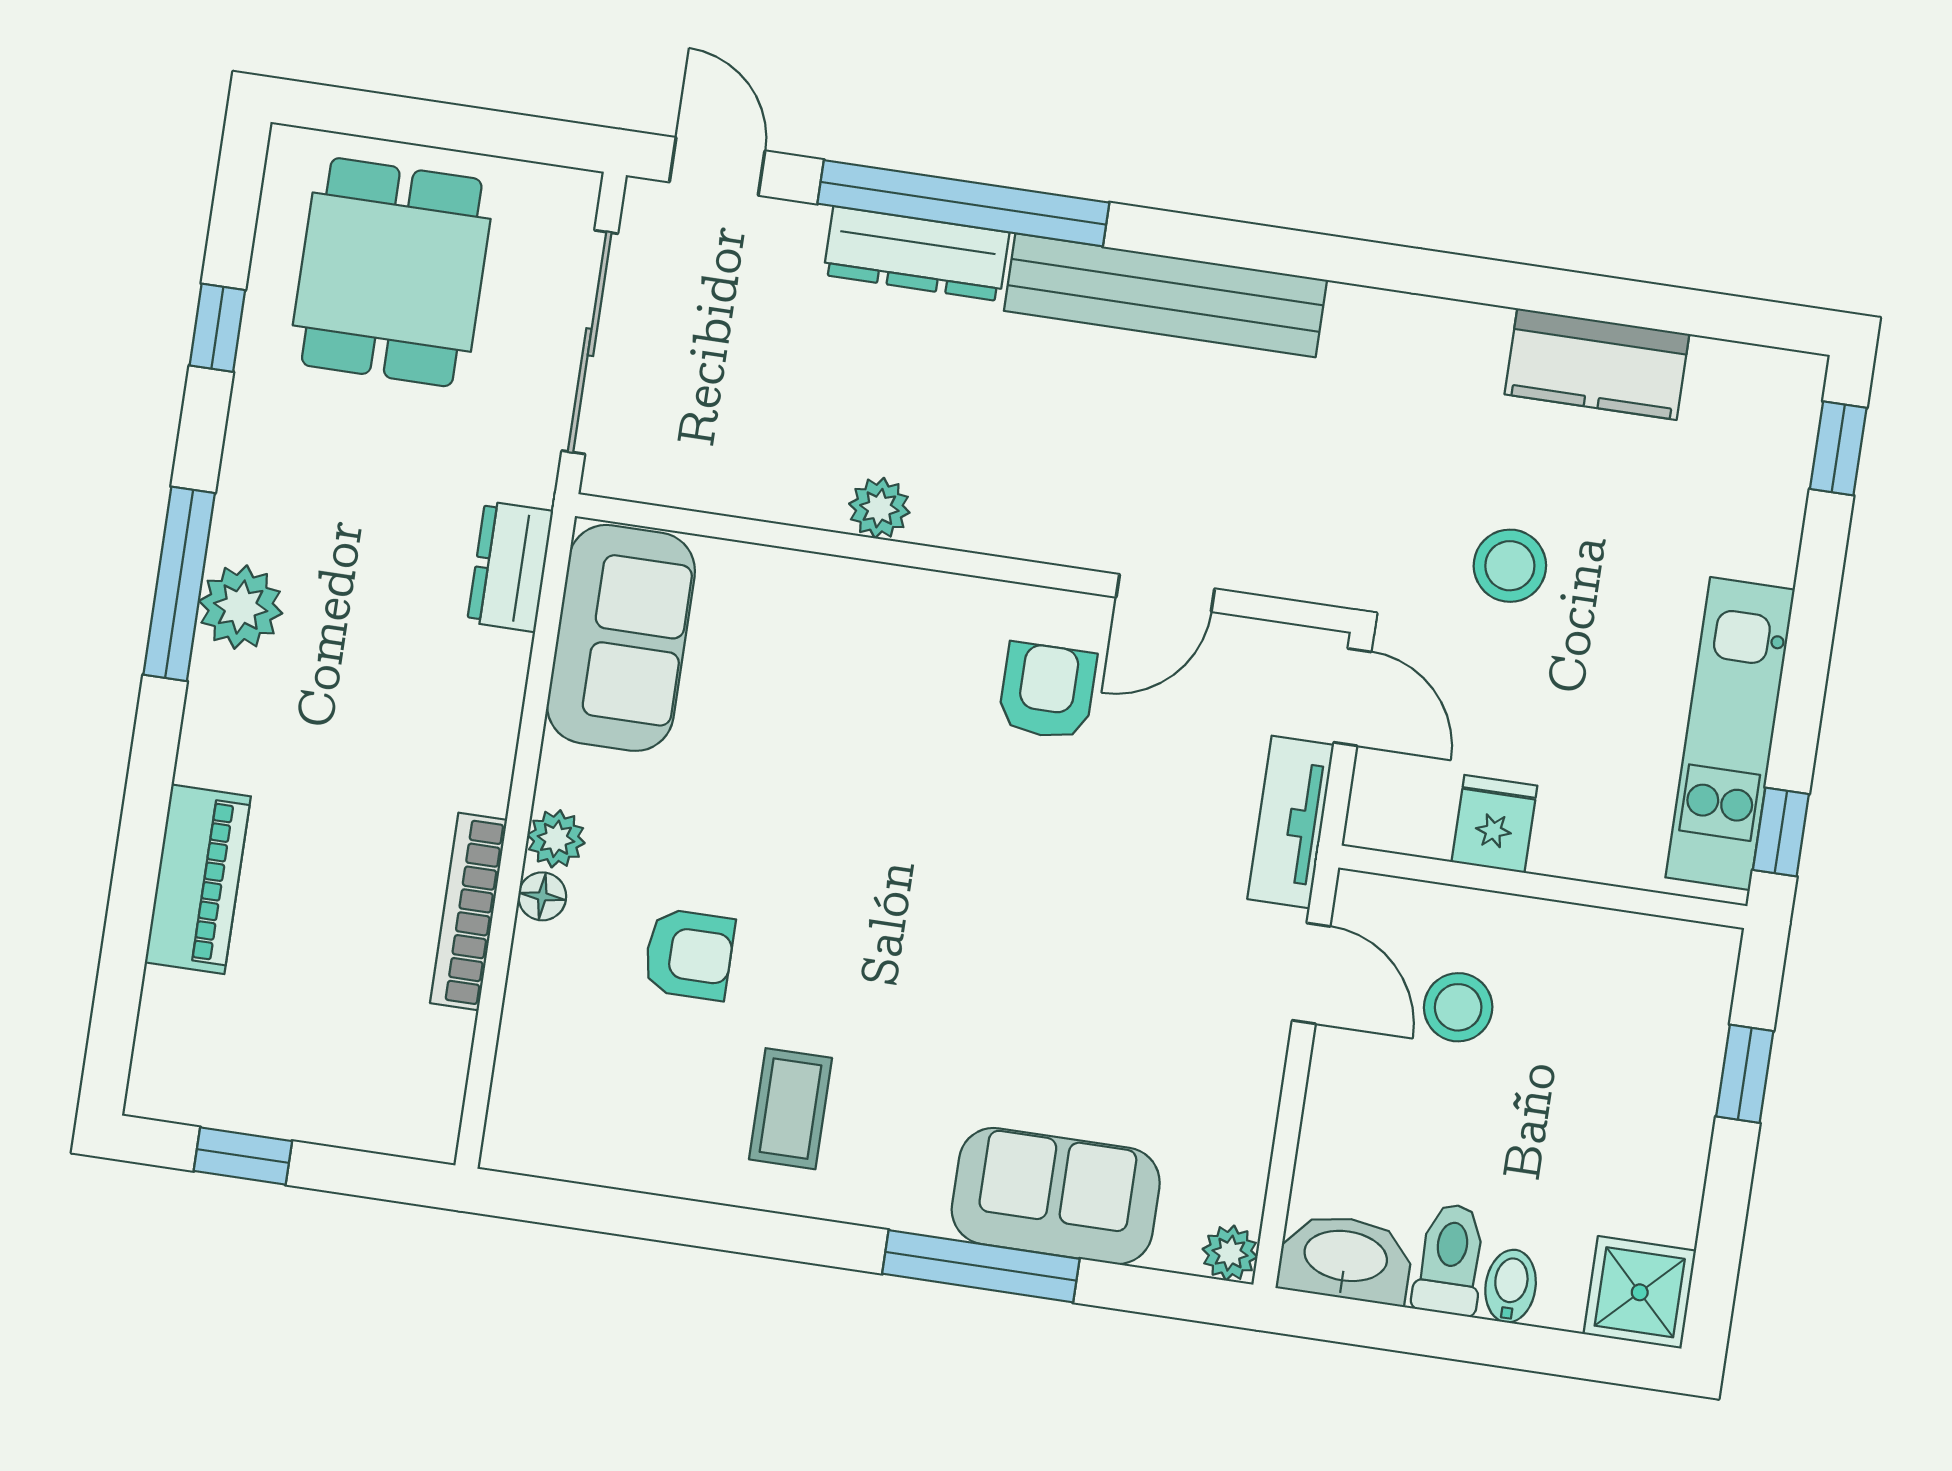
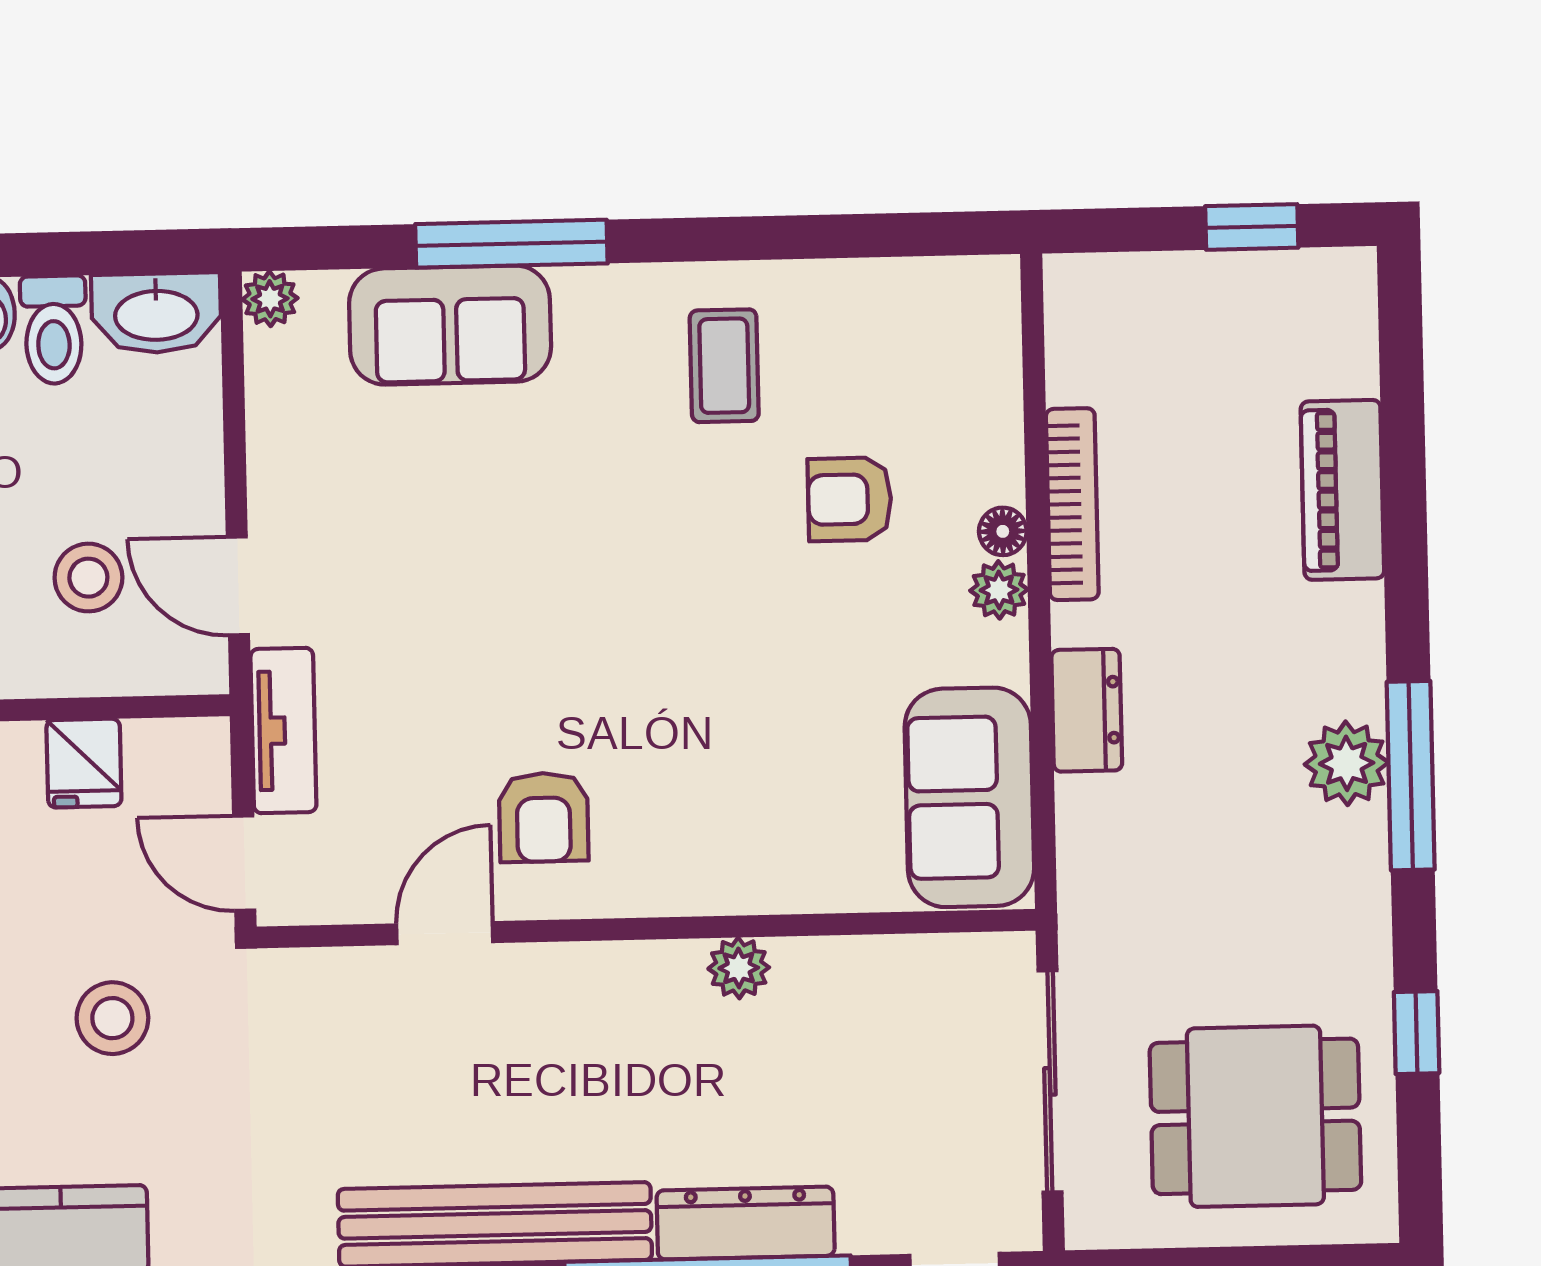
dining table: (392, 272) -> (1255, 1116), turned 90
dresser: (510, 567) -> (1087, 710), moved

